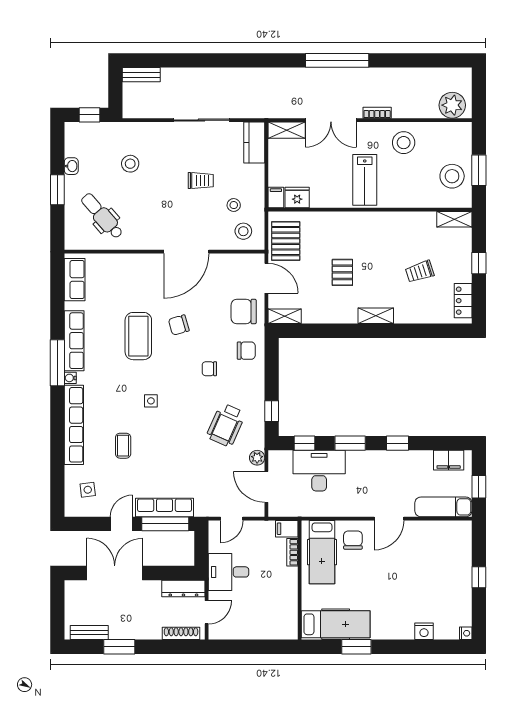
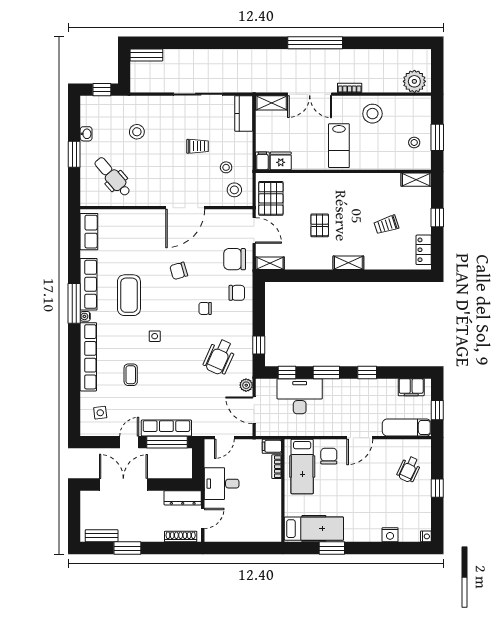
stool: (452, 176) -> (414, 142), width x0.53, depth x0.53
coffee table: (138, 336) -> (129, 295), moved
wheelchair: (446, 555) -> (409, 469), added

